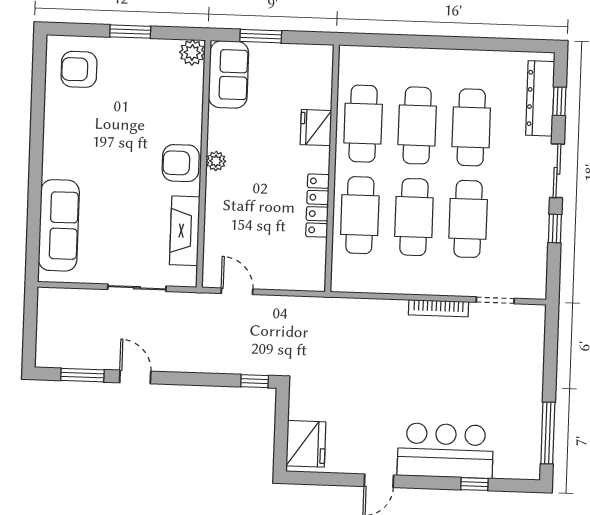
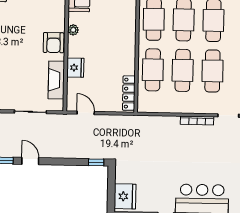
fridge: (316, 128) -> (75, 68), moved, turned 180
plant: (216, 161) -> (73, 30), moved
armchair: (181, 163) -> (54, 43), turned -90
locker: (318, 206) -> (129, 93), moved

